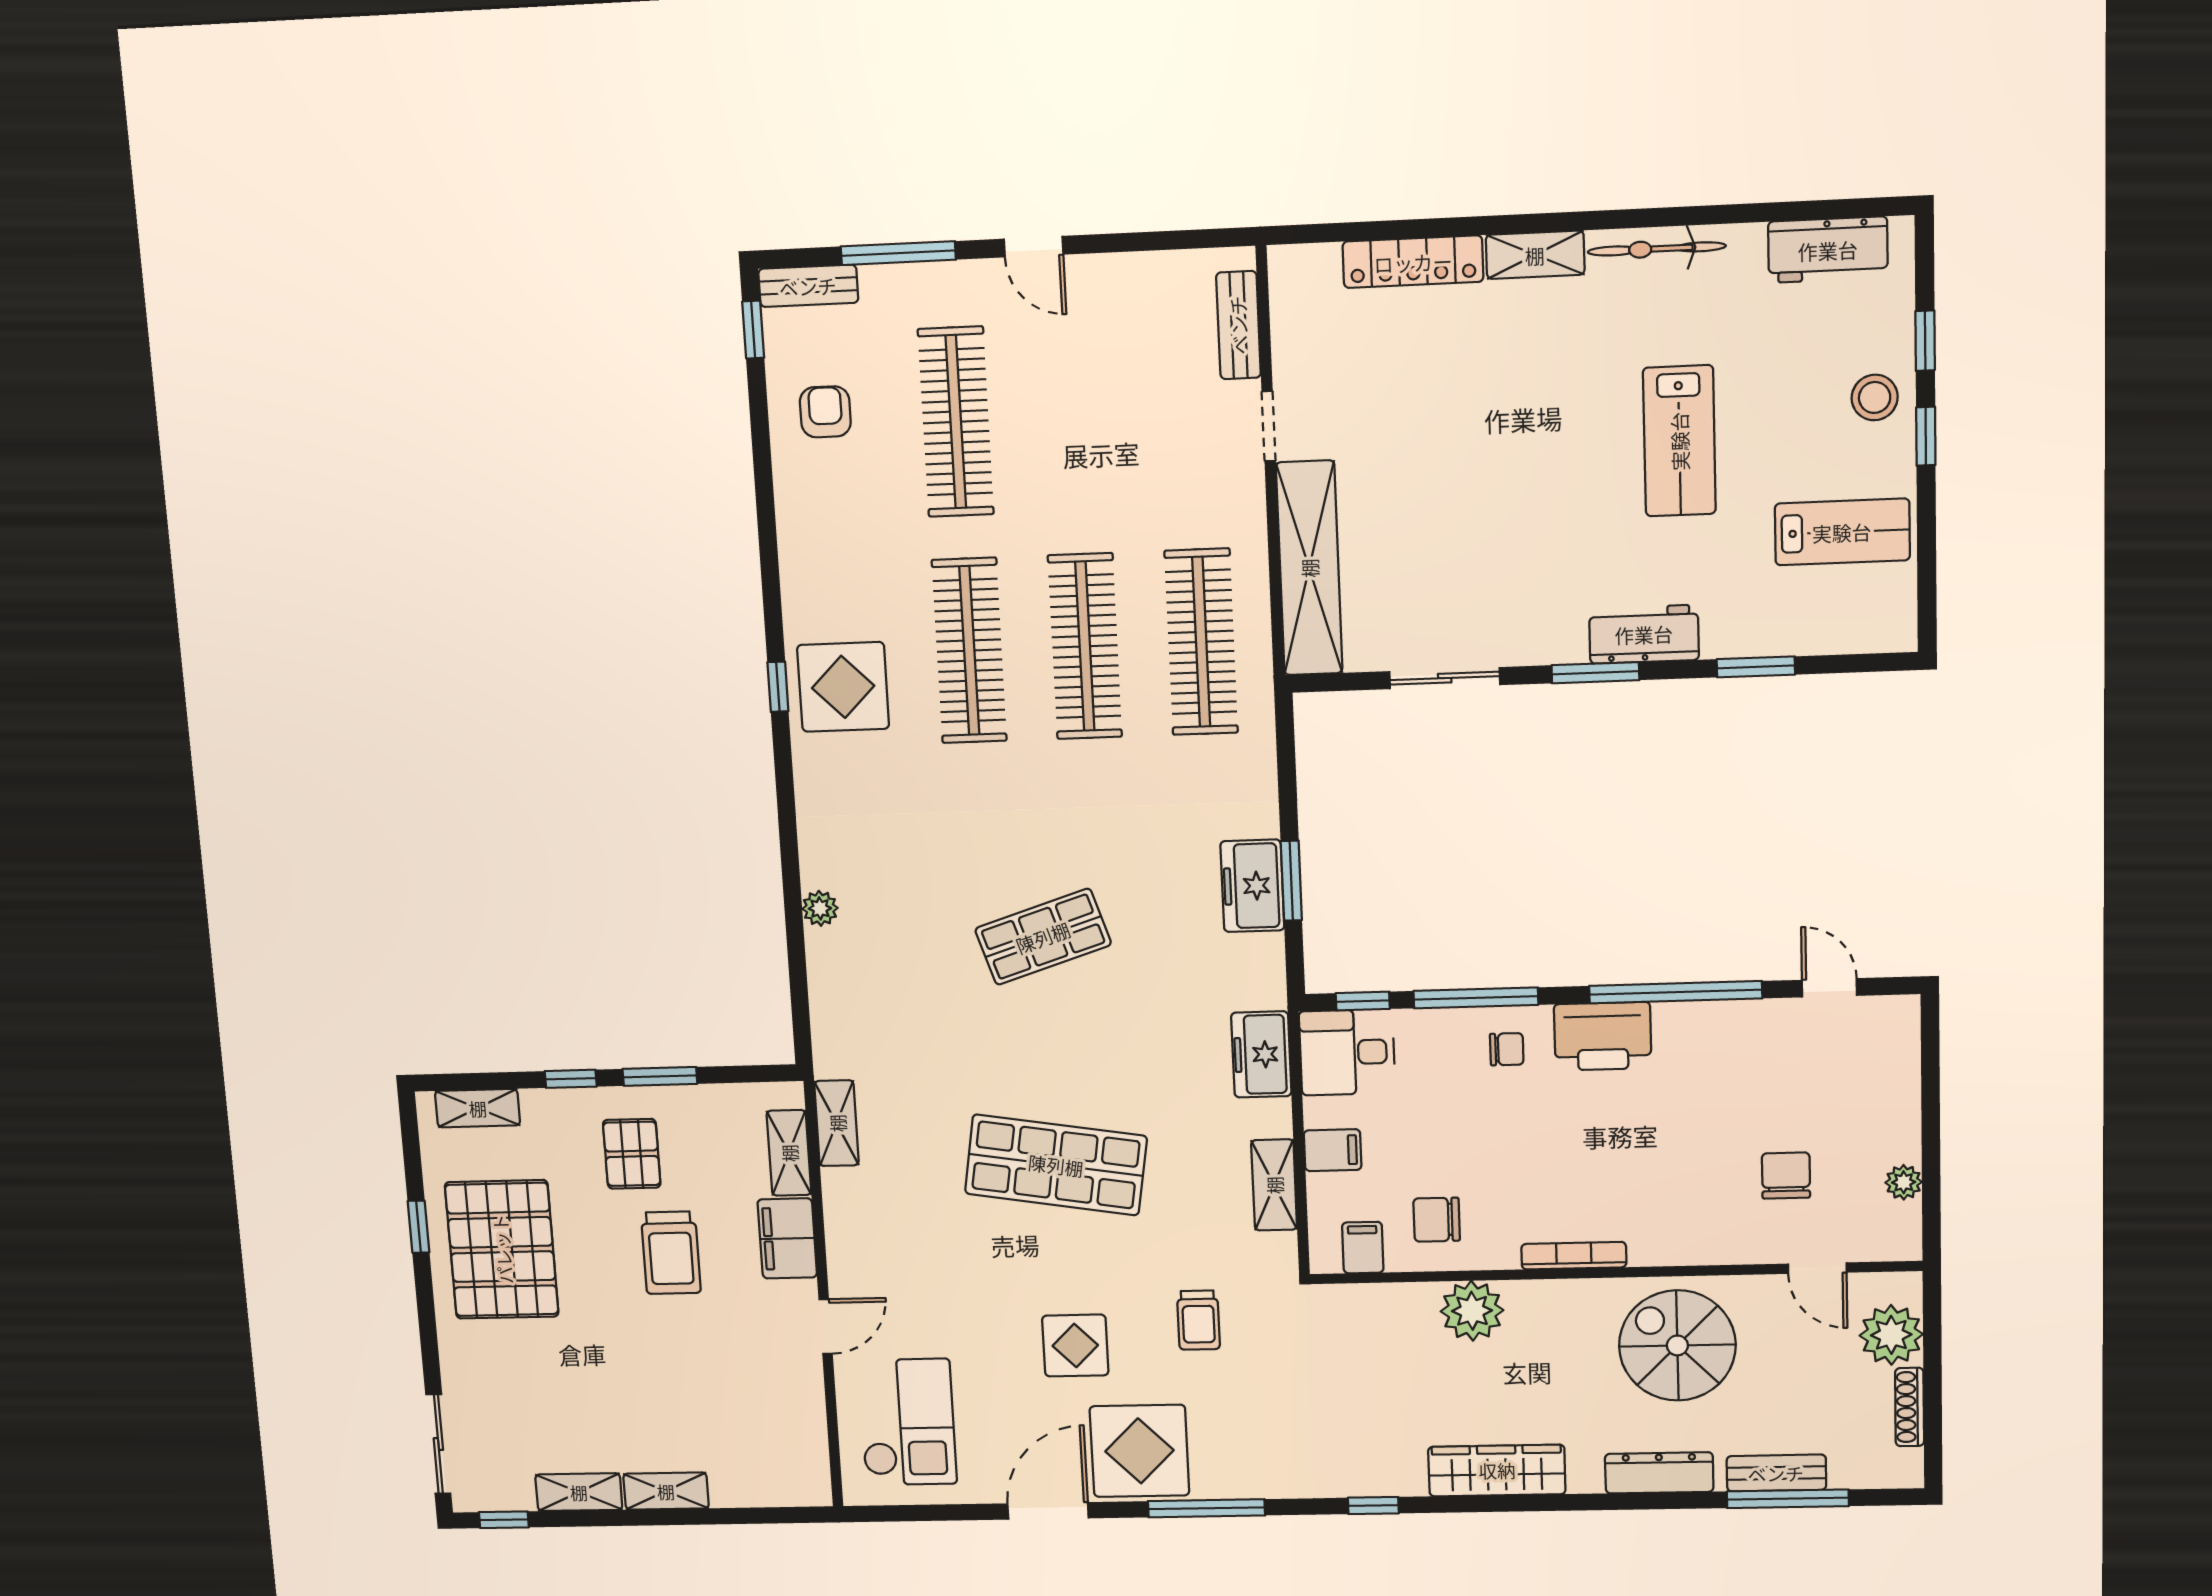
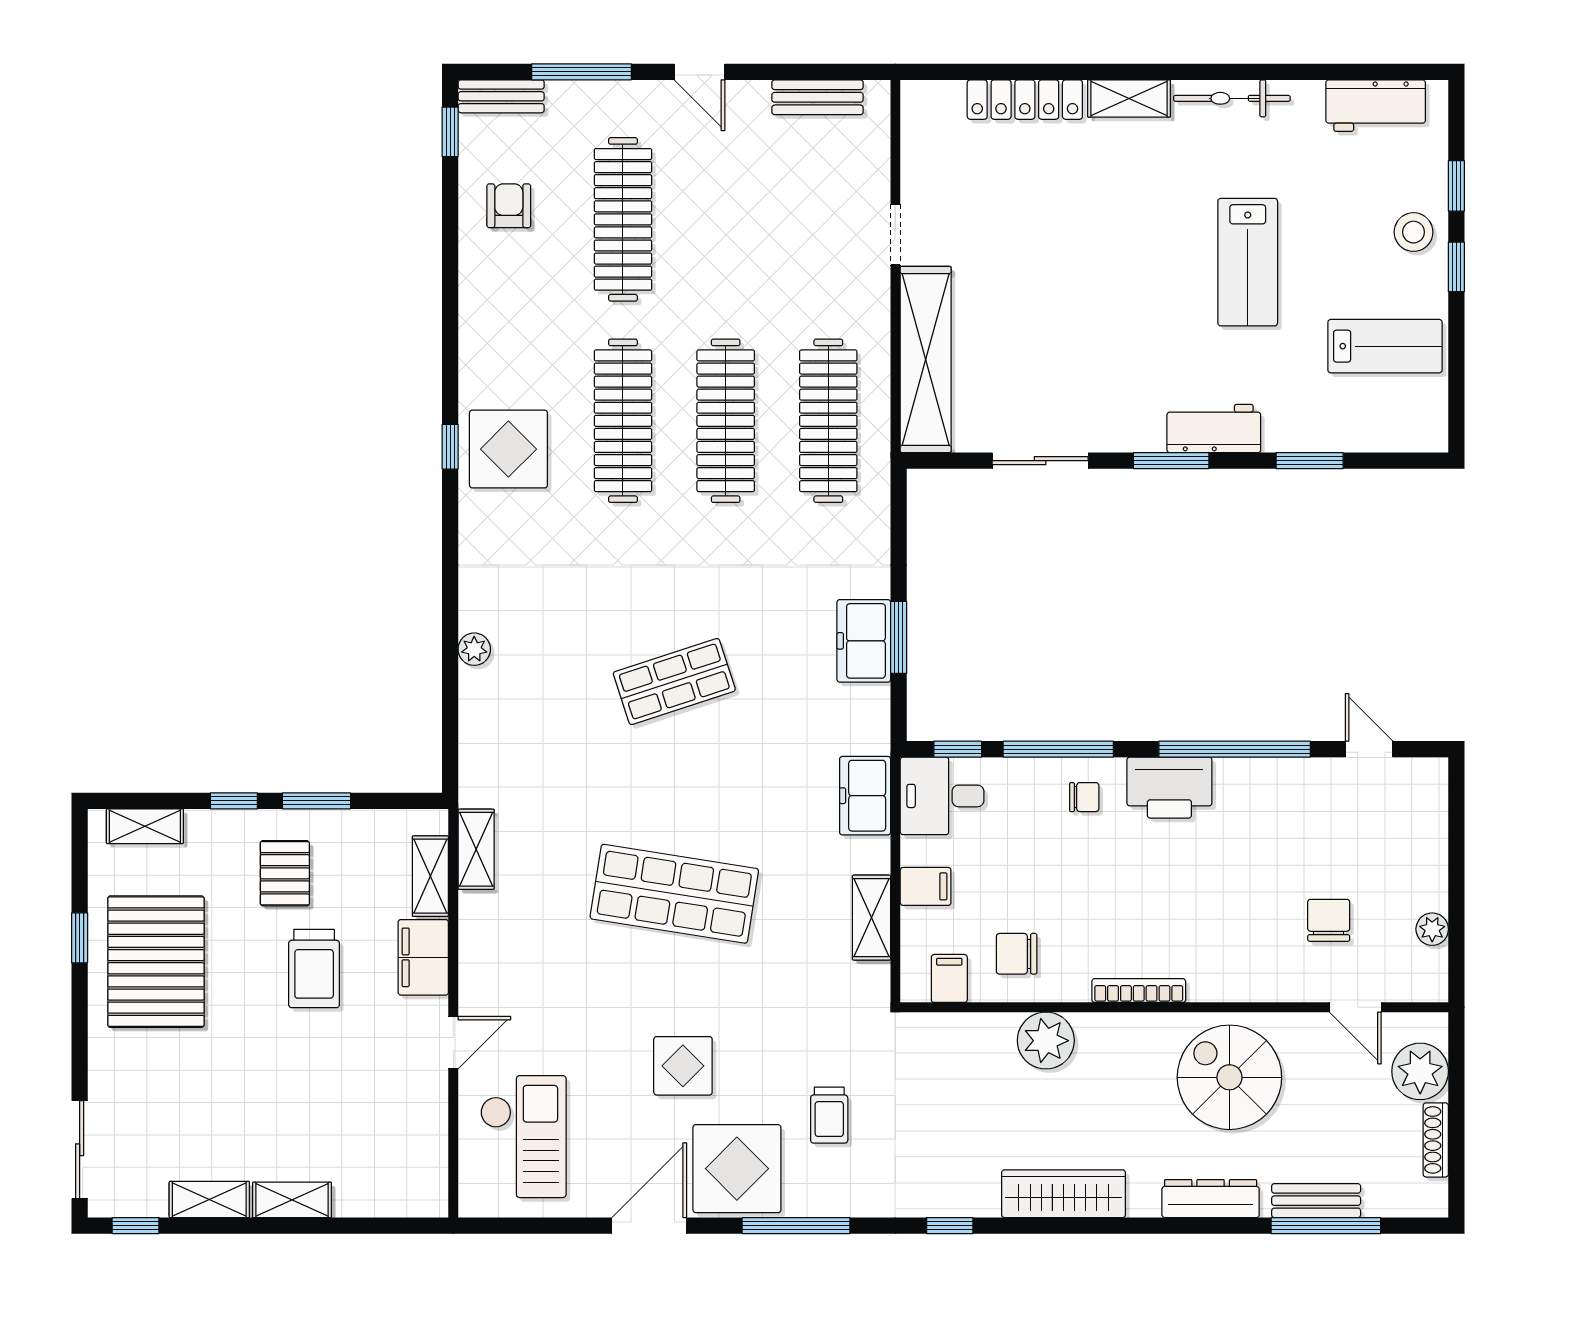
bench: (1238, 325) -> (818, 97), moved, turned 90
trolley: (1198, 1320) -> (829, 1115), moved

